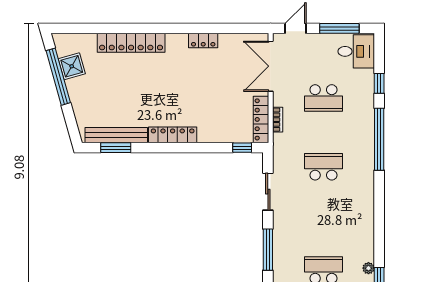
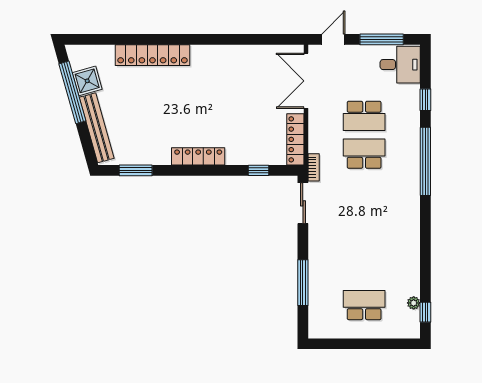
locker: (203, 41) -> (232, 53), removed
bookcase: (278, 120) -> (314, 167), moved
bench: (116, 135) -> (97, 128), moved, turned 74
window: (242, 148) -> (259, 170), moved
school desk: (323, 167) -> (364, 154), moved
sliding door: (268, 192) -> (303, 203), moved

